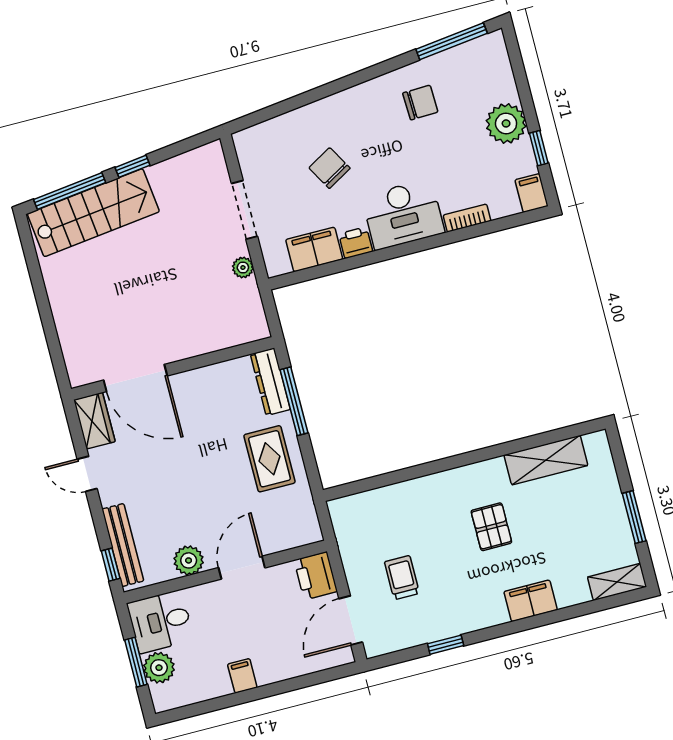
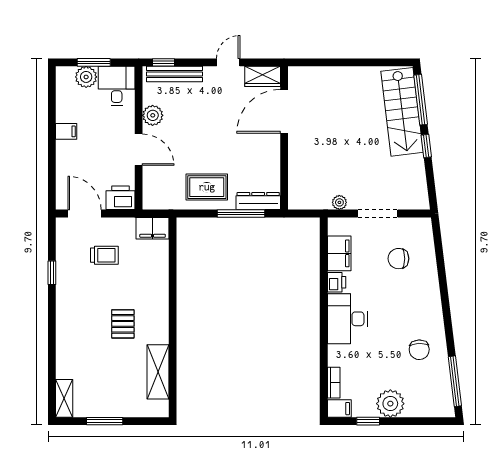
chair: (330, 168) -> (398, 259), moved, turned -150
bookcase: (467, 218) -> (334, 383), moved
pallet: (491, 527) -> (123, 324), turned 90
filing cabinet: (531, 601) -> (153, 228), moved, turned 90

